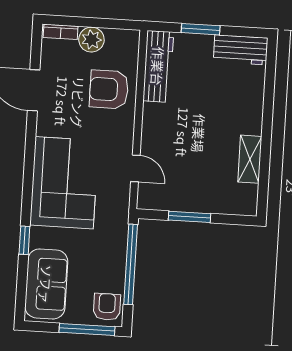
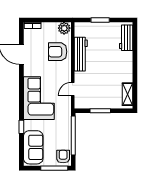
plant: (91, 40) -> (64, 28), moved
workbench: (241, 50) -> (126, 38), moved, turned 90
workbench: (158, 66) -> (81, 54), moved
shelving: (250, 159) -> (128, 94), moved
door: (135, 168) -> (73, 89), swing flipped

